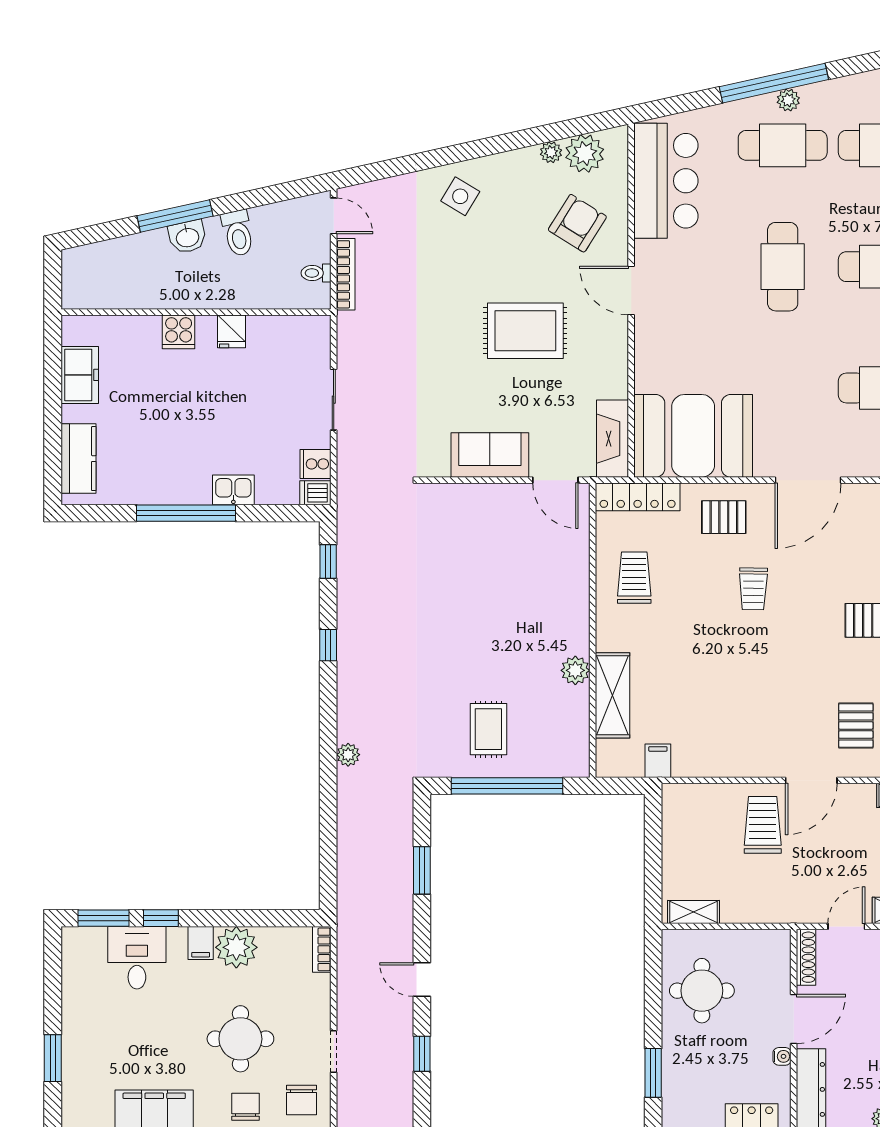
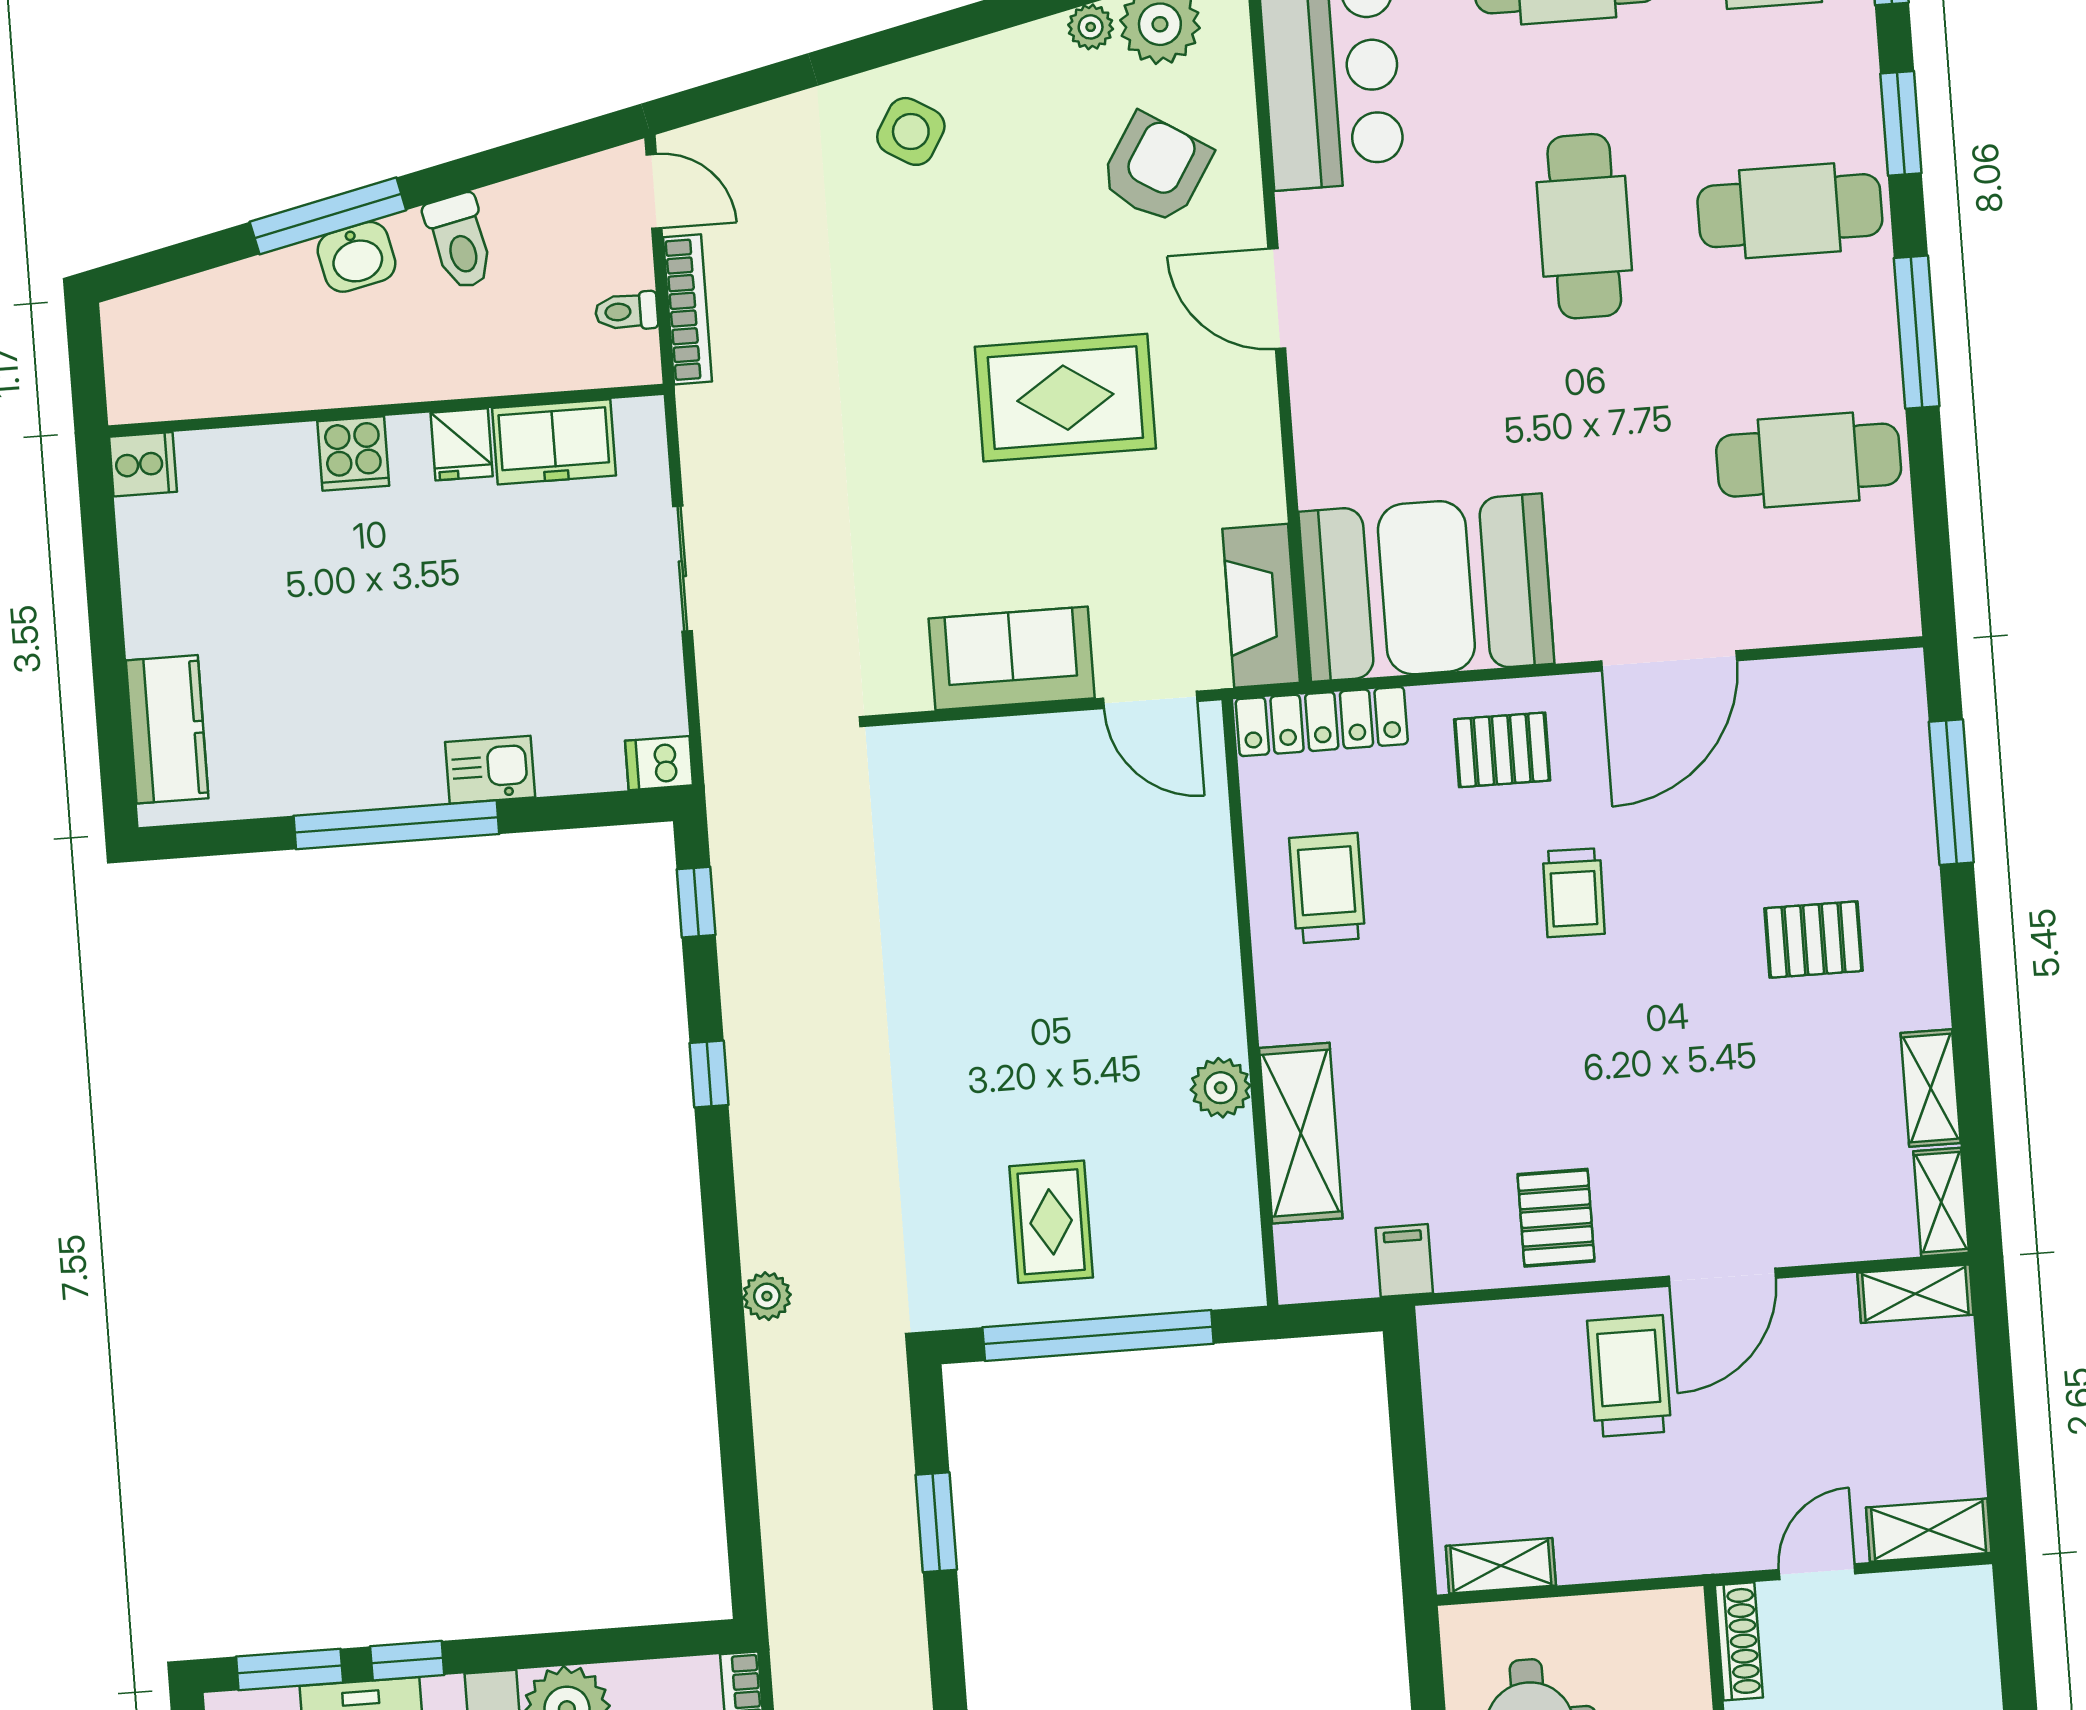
freezer: (80, 375) -> (554, 442), moved, turned 90
cooker: (316, 464) -> (143, 464), moved, turned 180
pallet: (856, 725) -> (1556, 1218), moved

